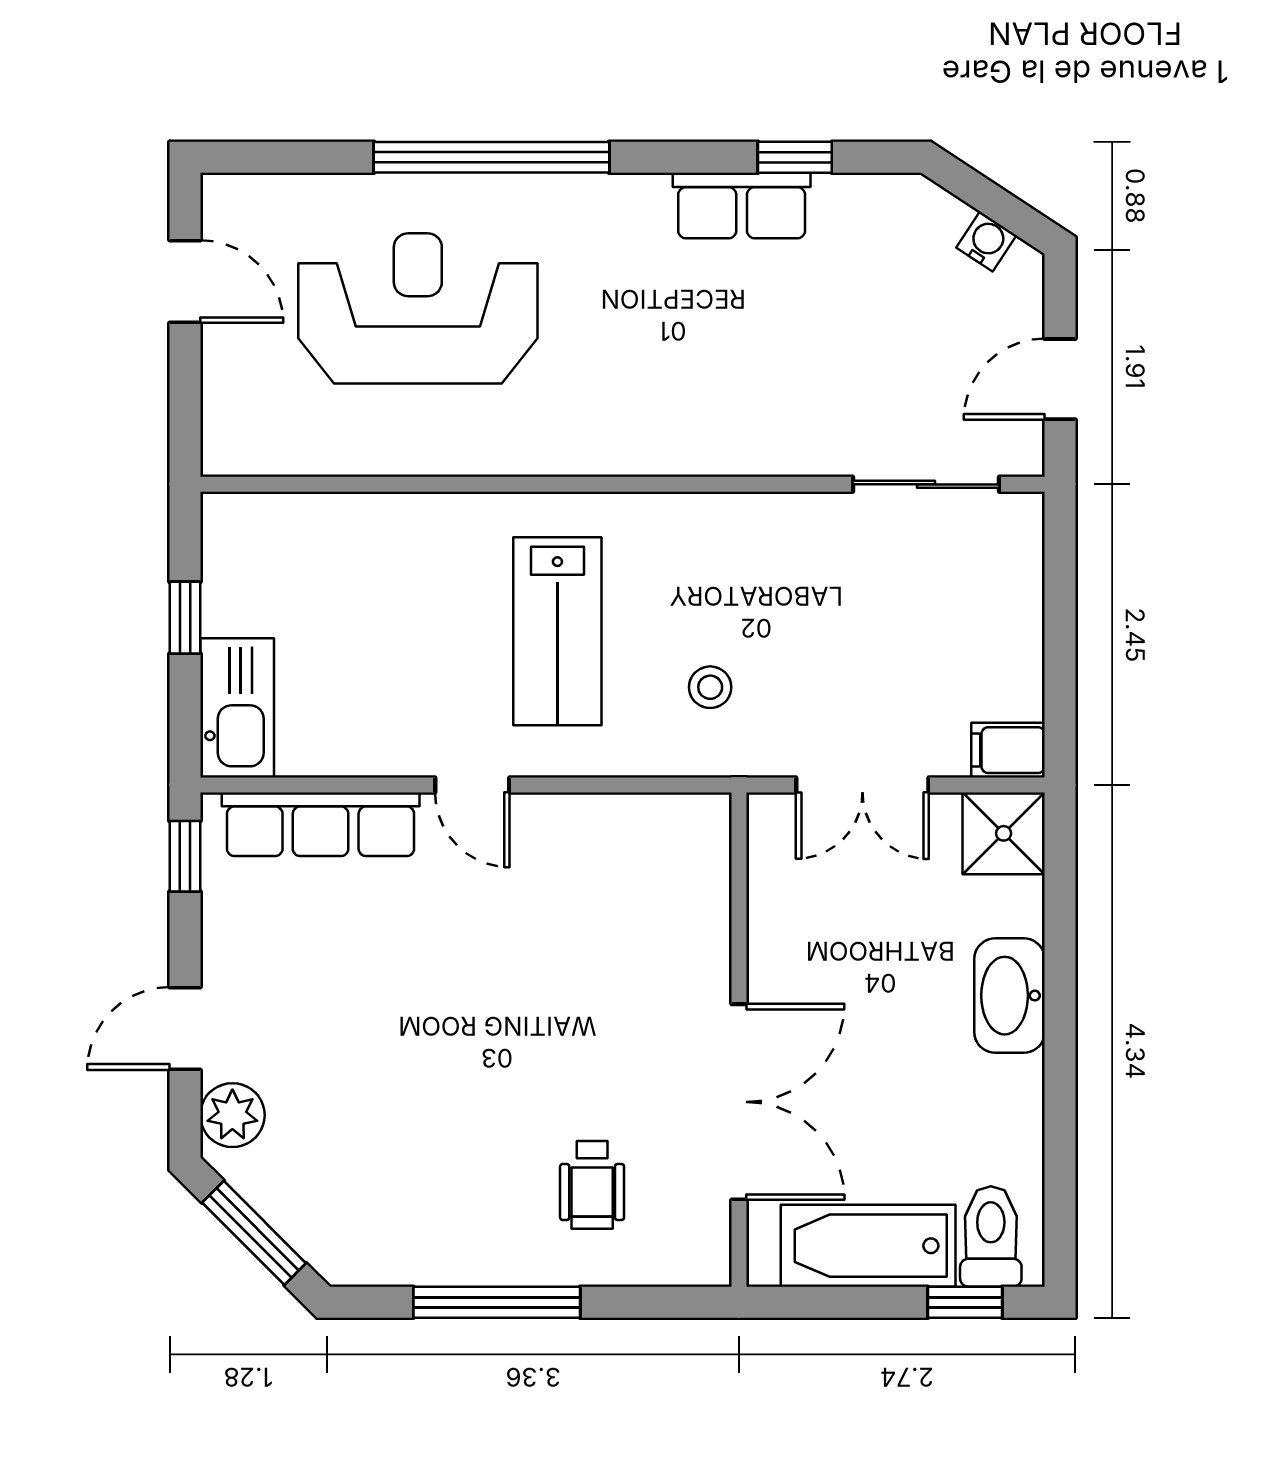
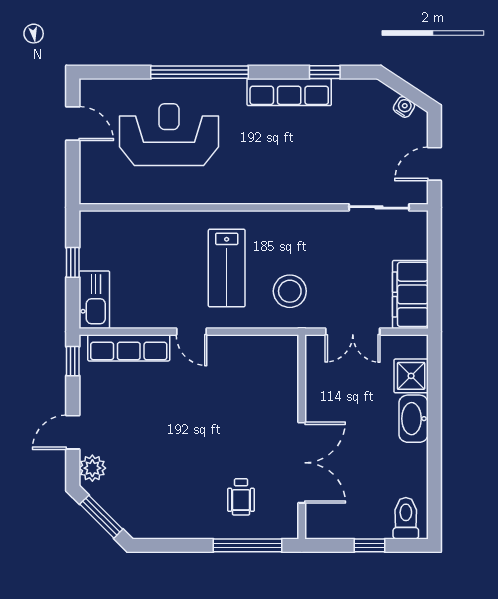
row of seats: (742, 206) -> (289, 92), width x1.48
stool: (710, 687) -> (290, 291), width x1.89, depth x1.89
filing cabinet: (1008, 750) -> (410, 294), width x3.00, depth x1.17
shower: (1004, 833) -> (411, 376), moved
bathtub: (868, 1246) -> (355, 522), removed
window: (497, 1302) -> (247, 545), moved
window: (965, 1302) -> (369, 545), moved

